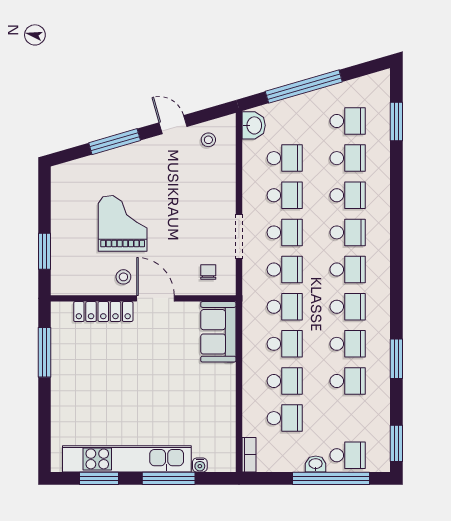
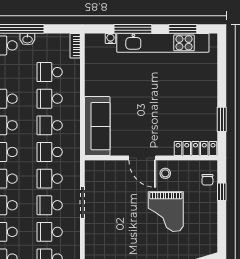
window: (45, 251) -> (222, 192), width x0.67
chair: (208, 272) -> (207, 180), moved
locker: (103, 312) -> (196, 149), moved
sofa: (218, 332) -> (97, 126), width x1.36
window: (45, 352) -> (222, 119), width x0.69

